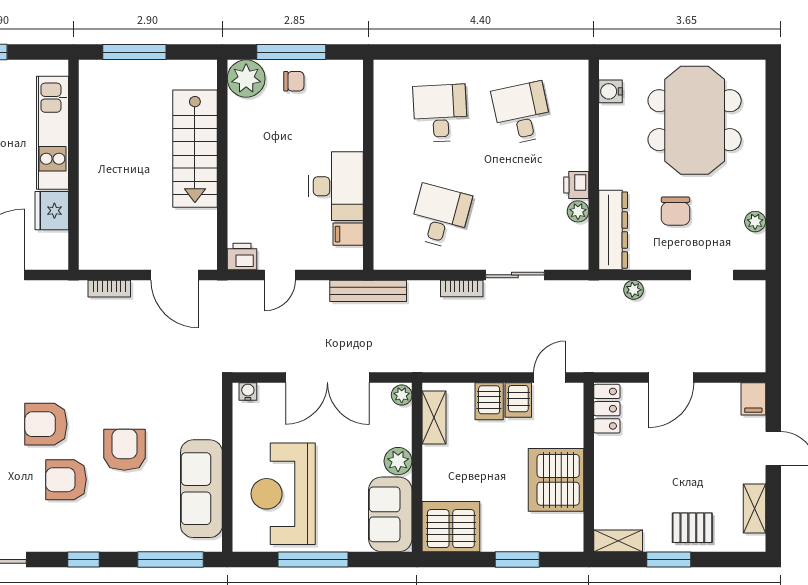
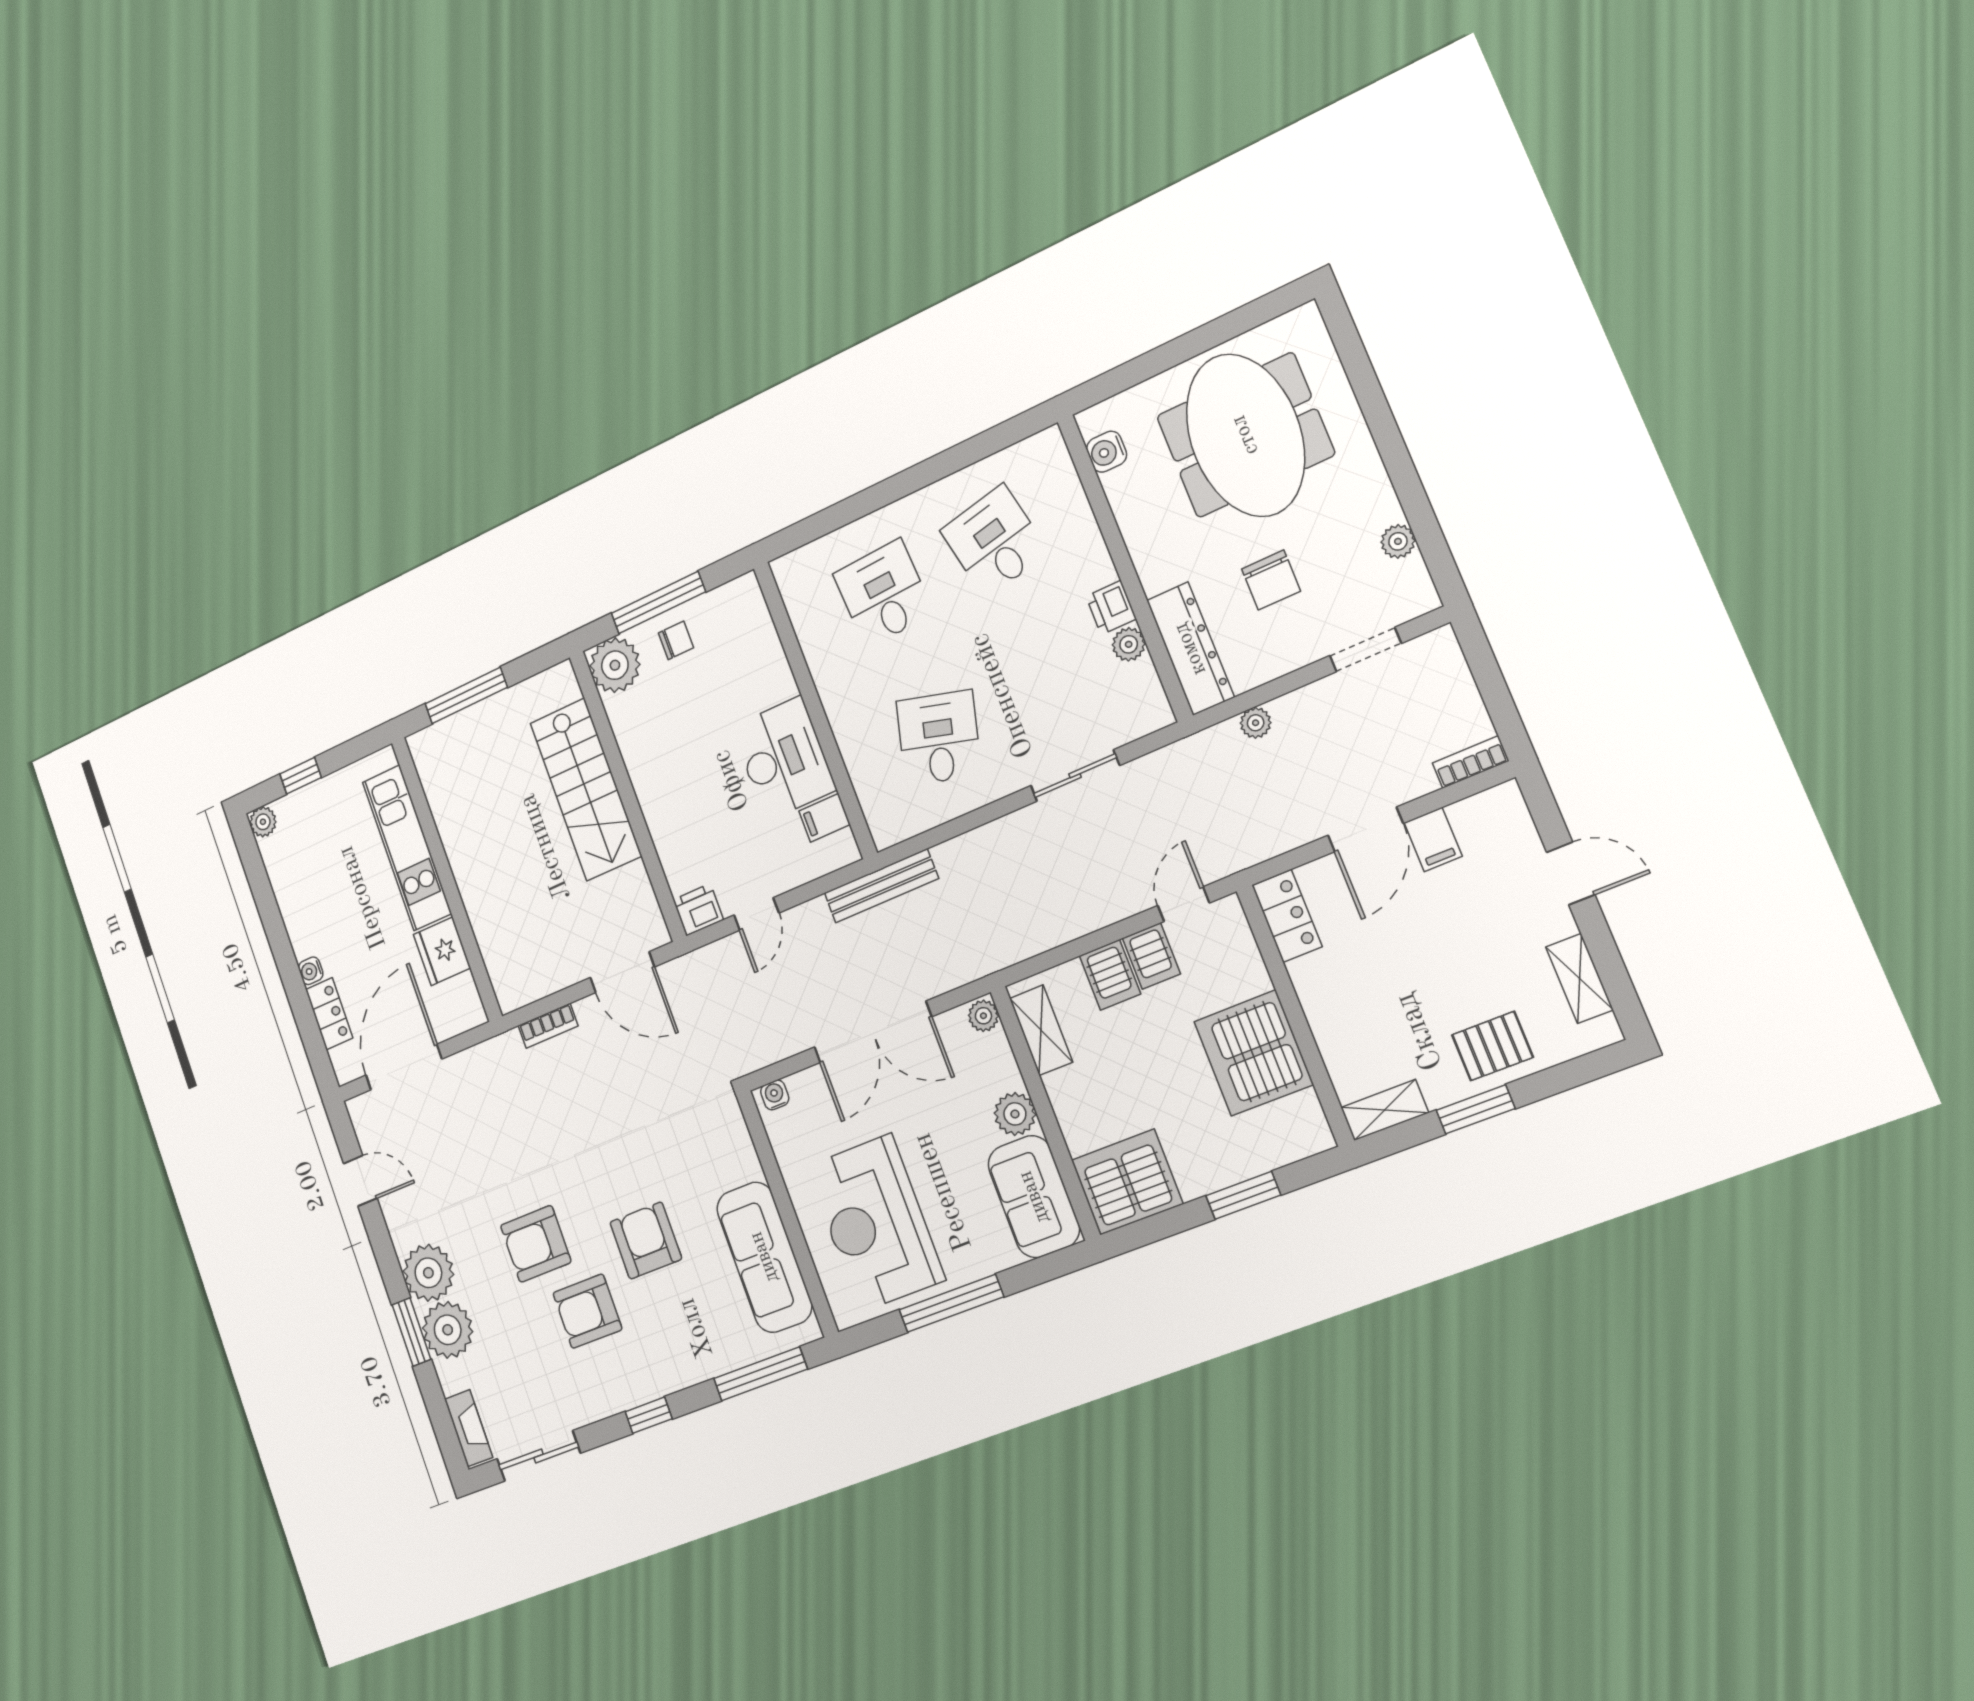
bookcase: (462, 289) -> (1471, 762), moved, turned 180
filing cabinet: (753, 399) -> (1433, 839), moved

